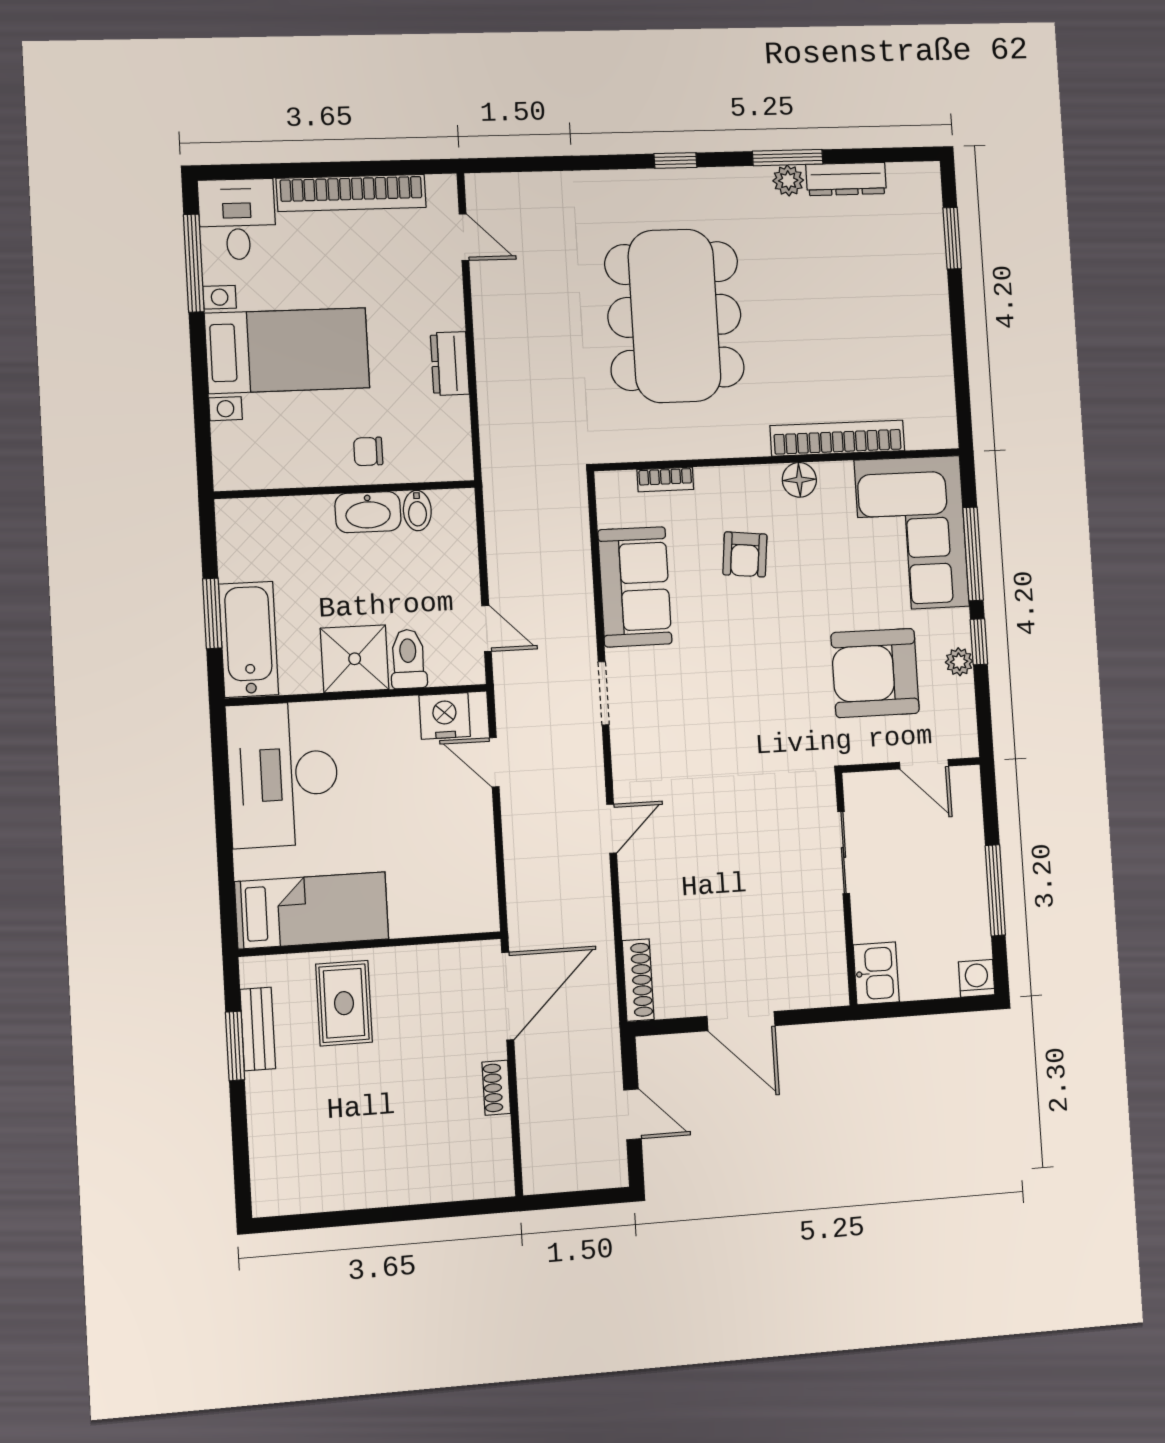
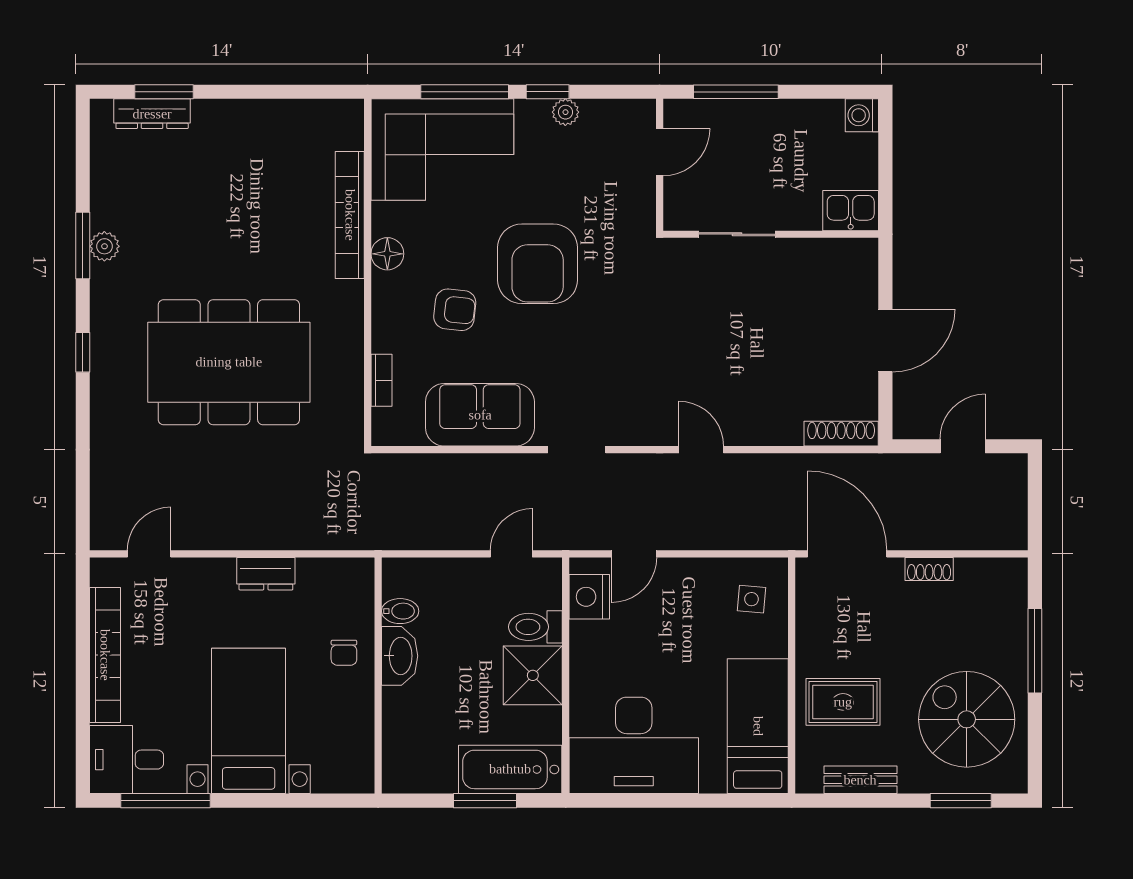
dresser: (846, 179) -> (152, 114), moved, turned 90
armchair: (875, 673) -> (538, 264), moved
window: (995, 890) -> (736, 92), moved
side table: (452, 894) -> (752, 599), added
window: (235, 1046) -> (961, 801), moved
spiral stairs: (332, 1143) -> (967, 719), added
window: (413, 1212) -> (1035, 651), added

